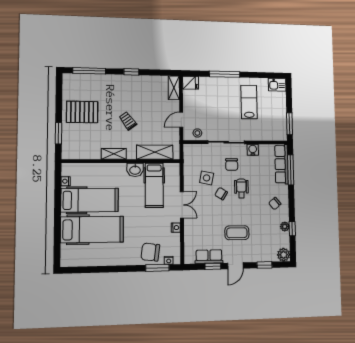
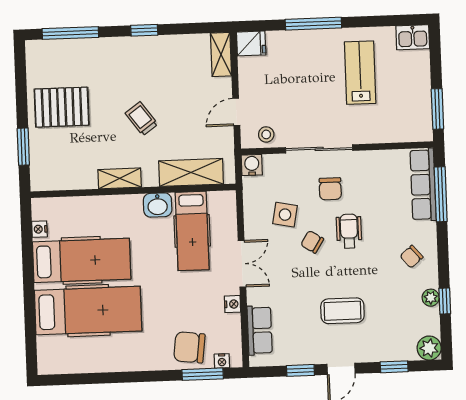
water cooler: (253, 150) -> (252, 165), moved
row of seats: (209, 257) -> (260, 330), moved, turned 90

